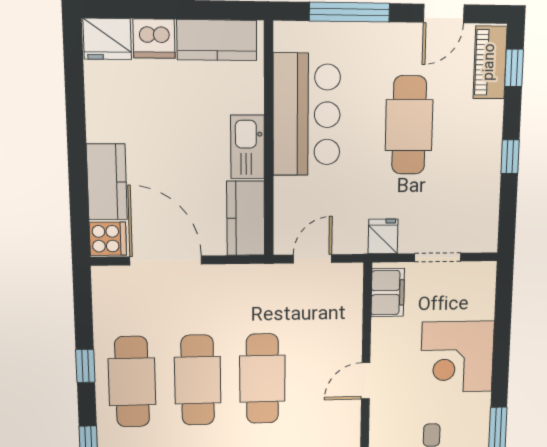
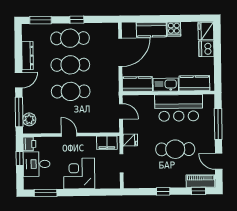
kitchen counter: (217, 40) -> (194, 83), moved, turned 90
cooker: (108, 239) -> (174, 29), moved

